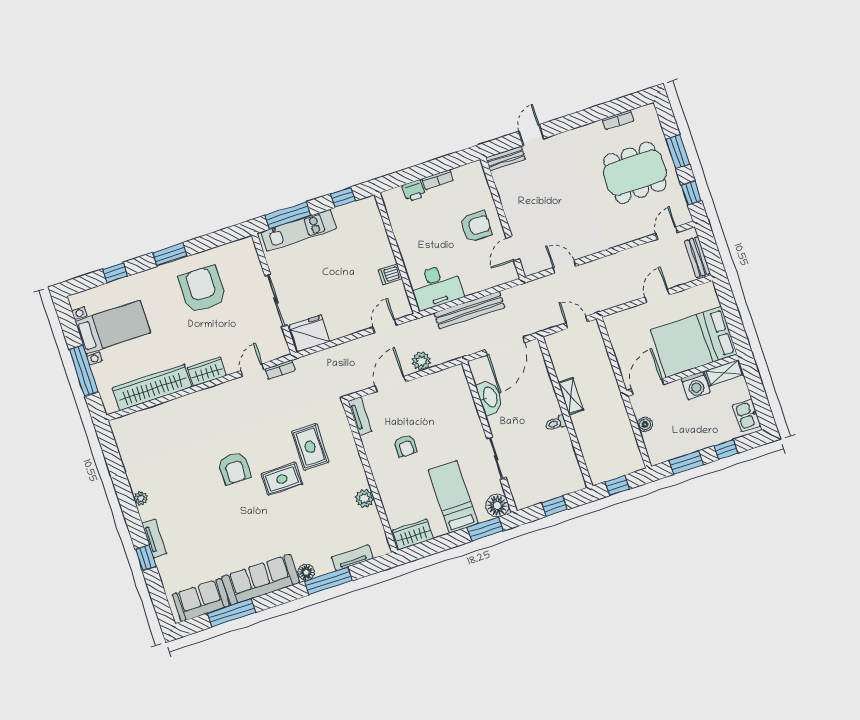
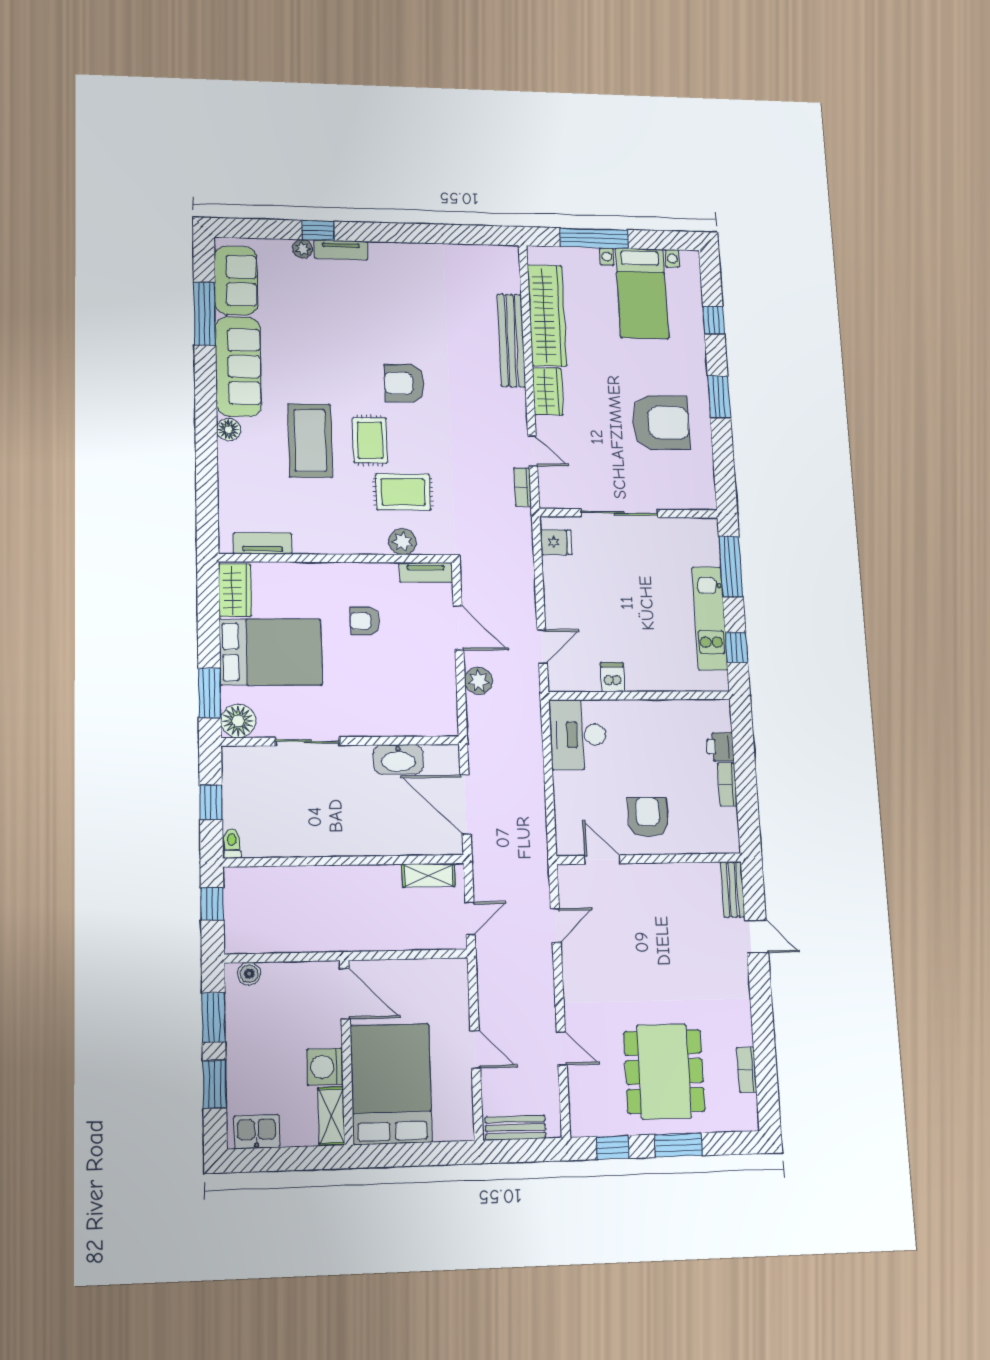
armchair: (476, 226) -> (648, 817), turned 180
kitchen unit: (298, 230) -> (710, 618), moved
door: (667, 233) -> (562, 1048), moved
bench: (469, 310) -> (511, 340), moved
door: (385, 326) -> (542, 646), hinge flipped
fridge: (309, 333) -> (556, 542), width x0.53, depth x0.75
shelving: (571, 396) -> (428, 875), moved
toilet: (556, 423) -> (232, 844), moved
boiler: (645, 424) -> (249, 974), moved
window: (726, 449) -> (215, 1084), width x1.50
bed: (453, 497) -> (271, 652), width x1.50
plant: (141, 498) -> (302, 249), moved
plant: (365, 499) -> (403, 542), moved
coffee table: (296, 518) -> (310, 441), added
tv unit: (352, 558) -> (262, 543), moved, turned -90
window: (328, 581) -> (206, 455), removed

